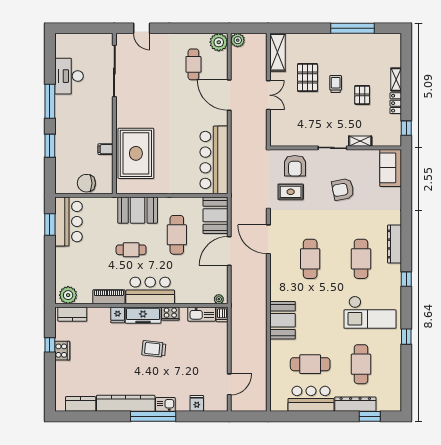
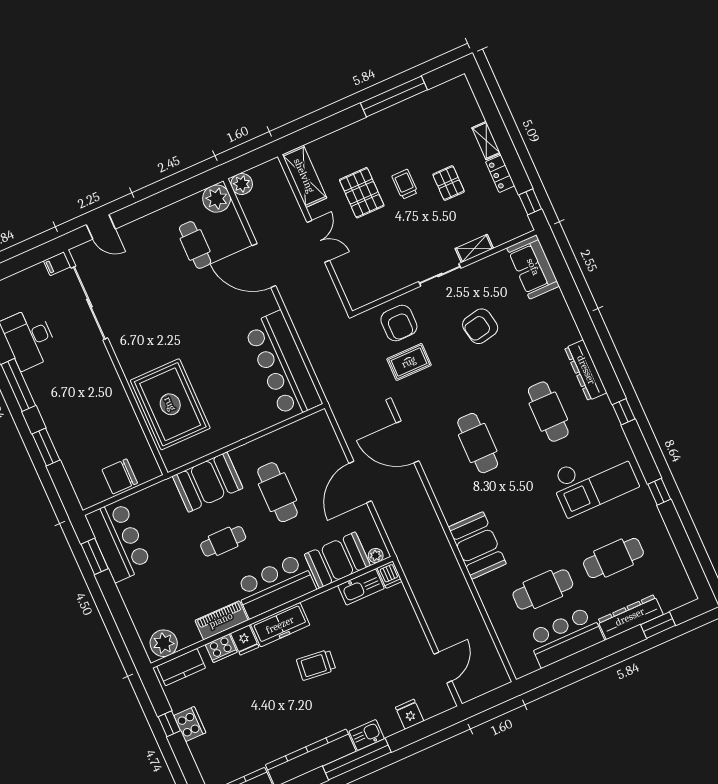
filing cabinet: (106, 149) -> (57, 264), moved
booth: (215, 215) -> (337, 560), moved, turned 90
cooker: (170, 314) -> (221, 648), moved
cafe table: (361, 364) -> (613, 558), turned 90

